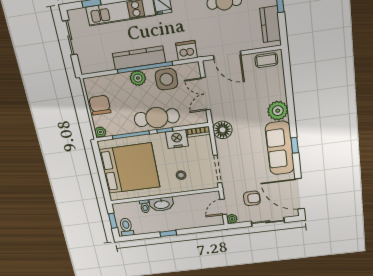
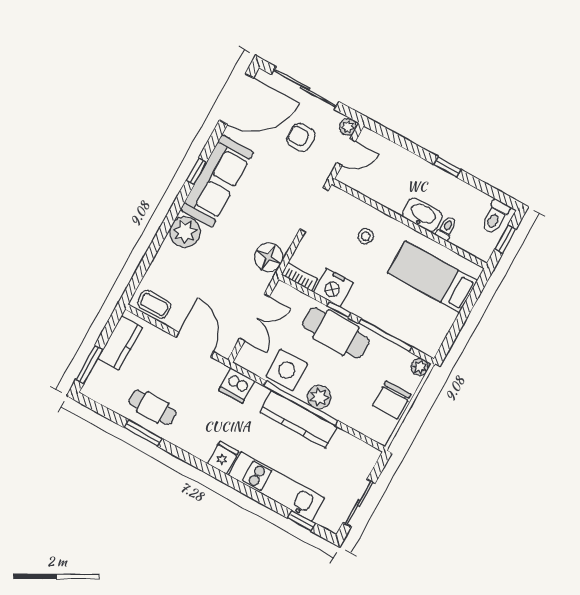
bed: (130, 168) -> (432, 277), width x0.49
door: (300, 194) -> (236, 99), hinge flipped
sliding door: (268, 222) -> (305, 88), width x1.37

